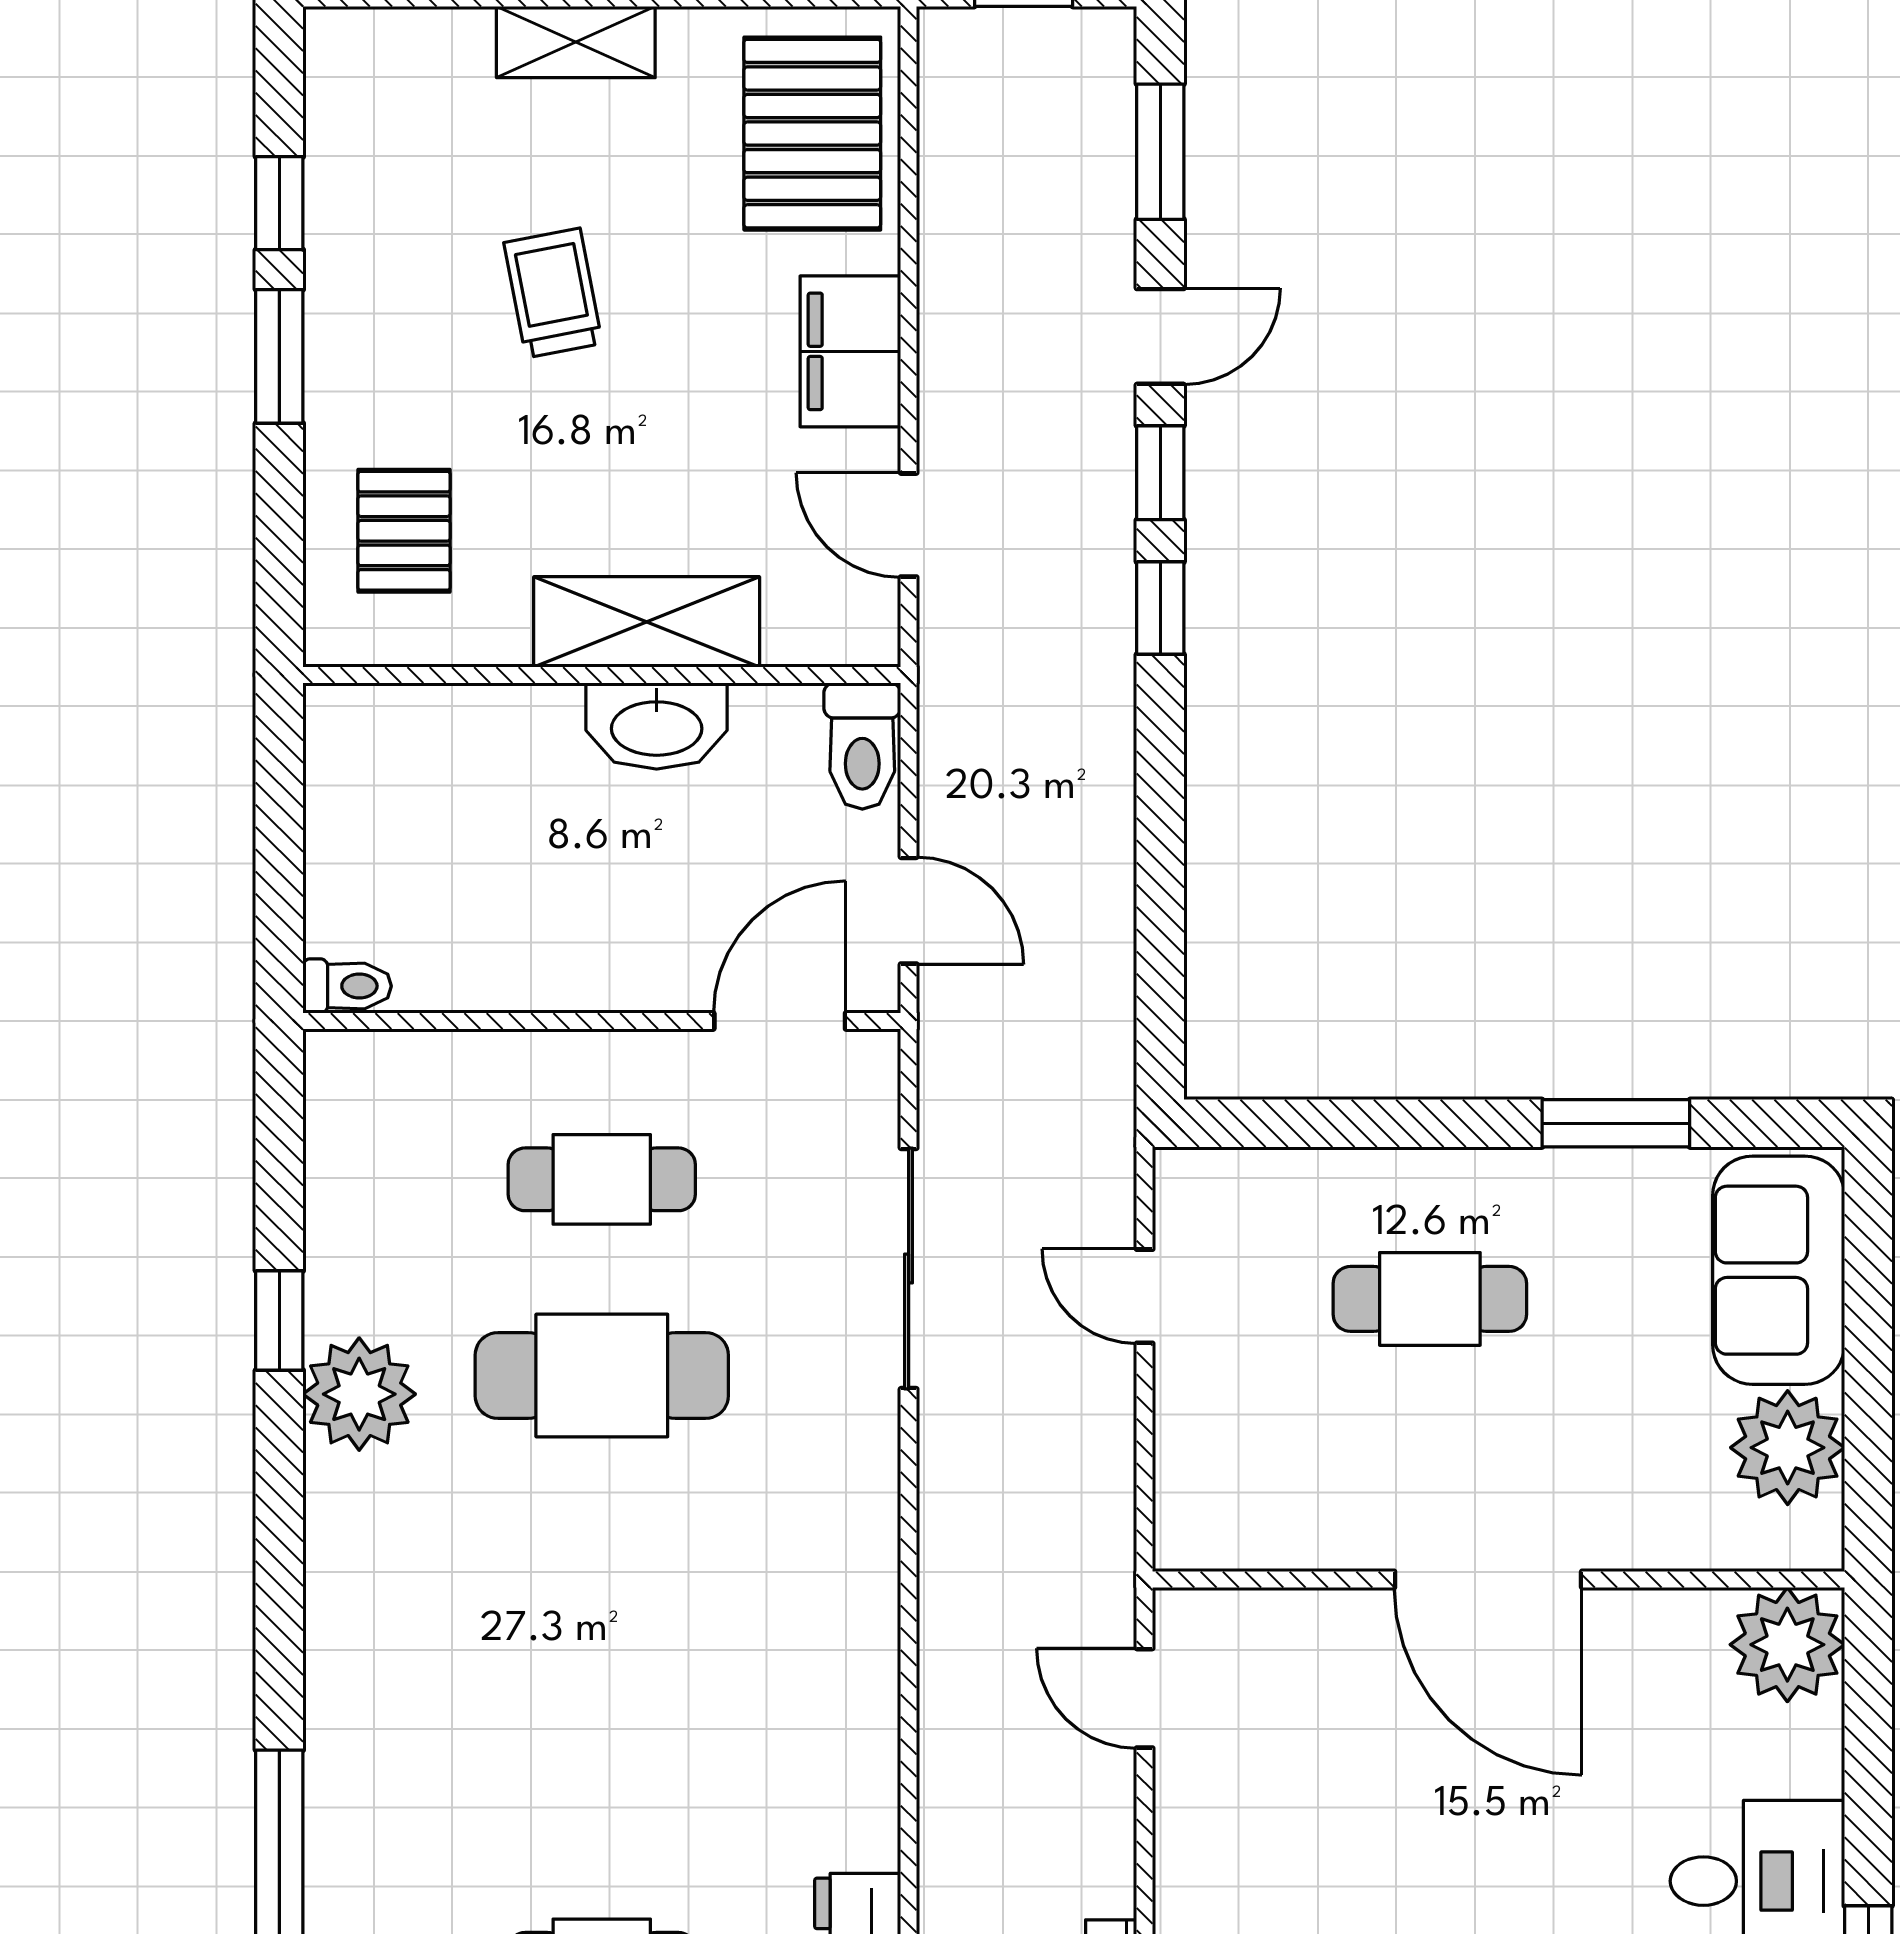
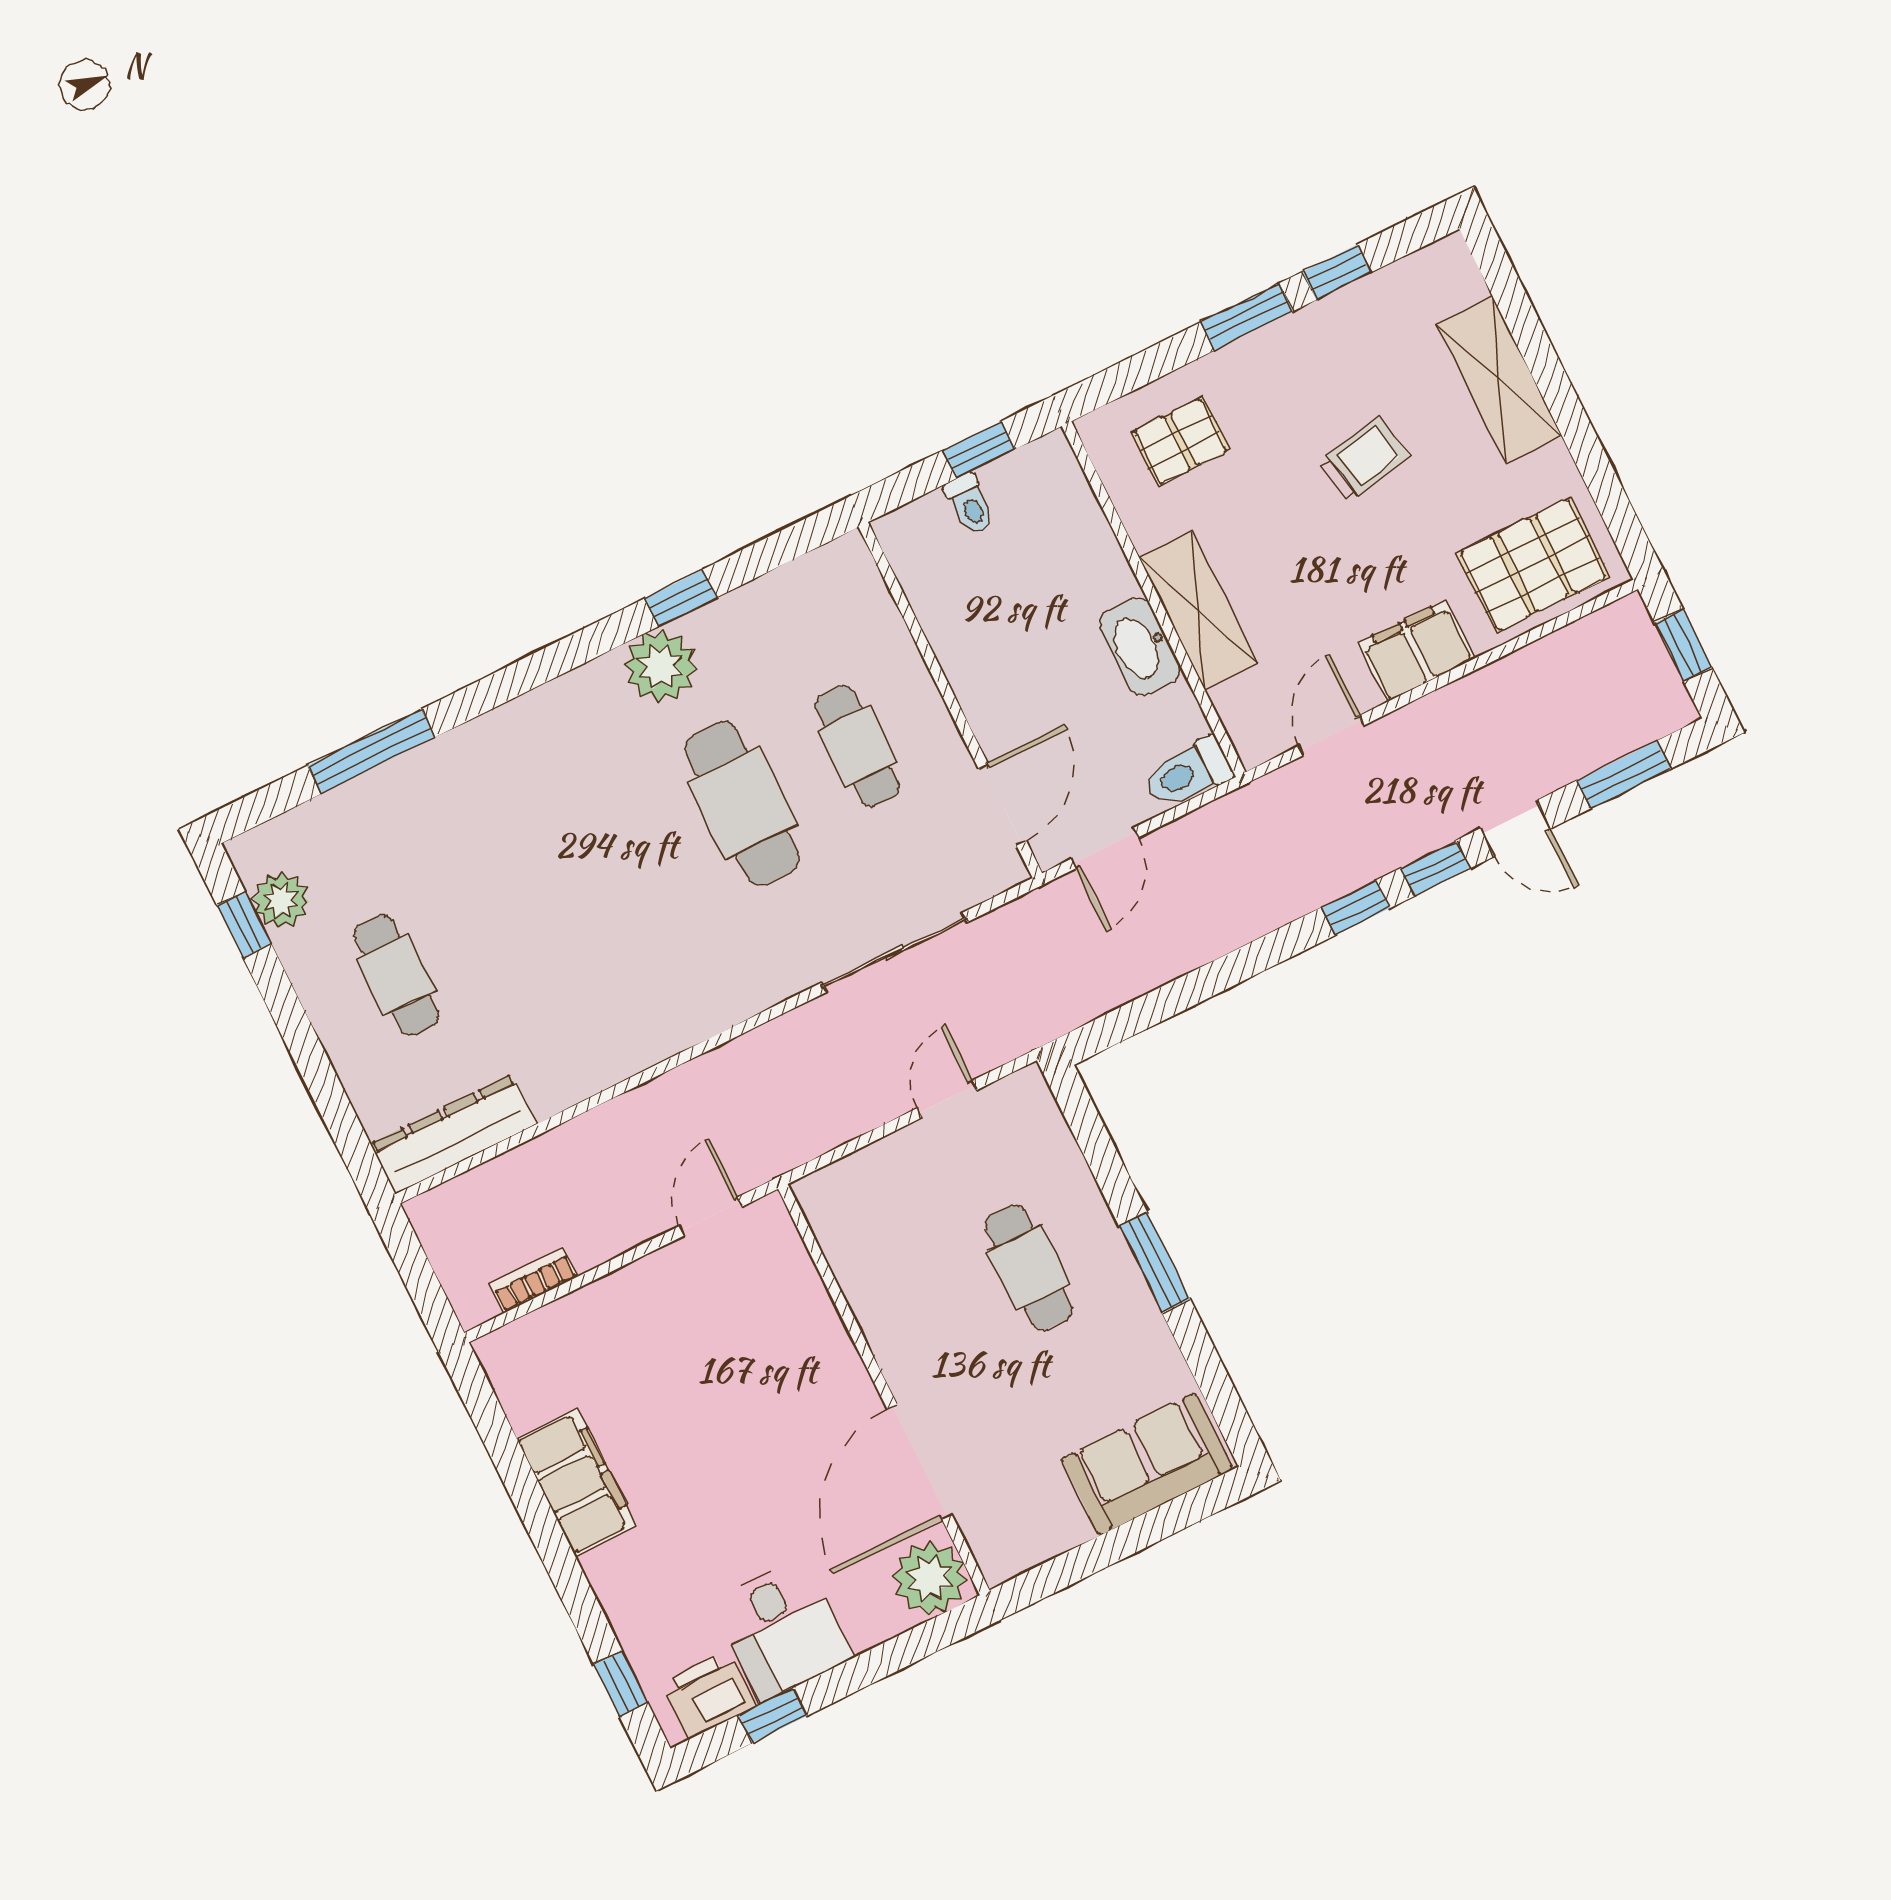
shelving: (576, 42) -> (1499, 379), width x1.50, depth x1.33
window: (279, 812) -> (979, 450), added
toilet: (347, 986) -> (970, 504), moved
door: (780, 1021) -> (1002, 805), hinge flipped
window: (1616, 1123) -> (1155, 1262), moved
plant: (1788, 1448) -> (1045, 1521), removed
door: (1488, 1579) -> (920, 1462), moved

